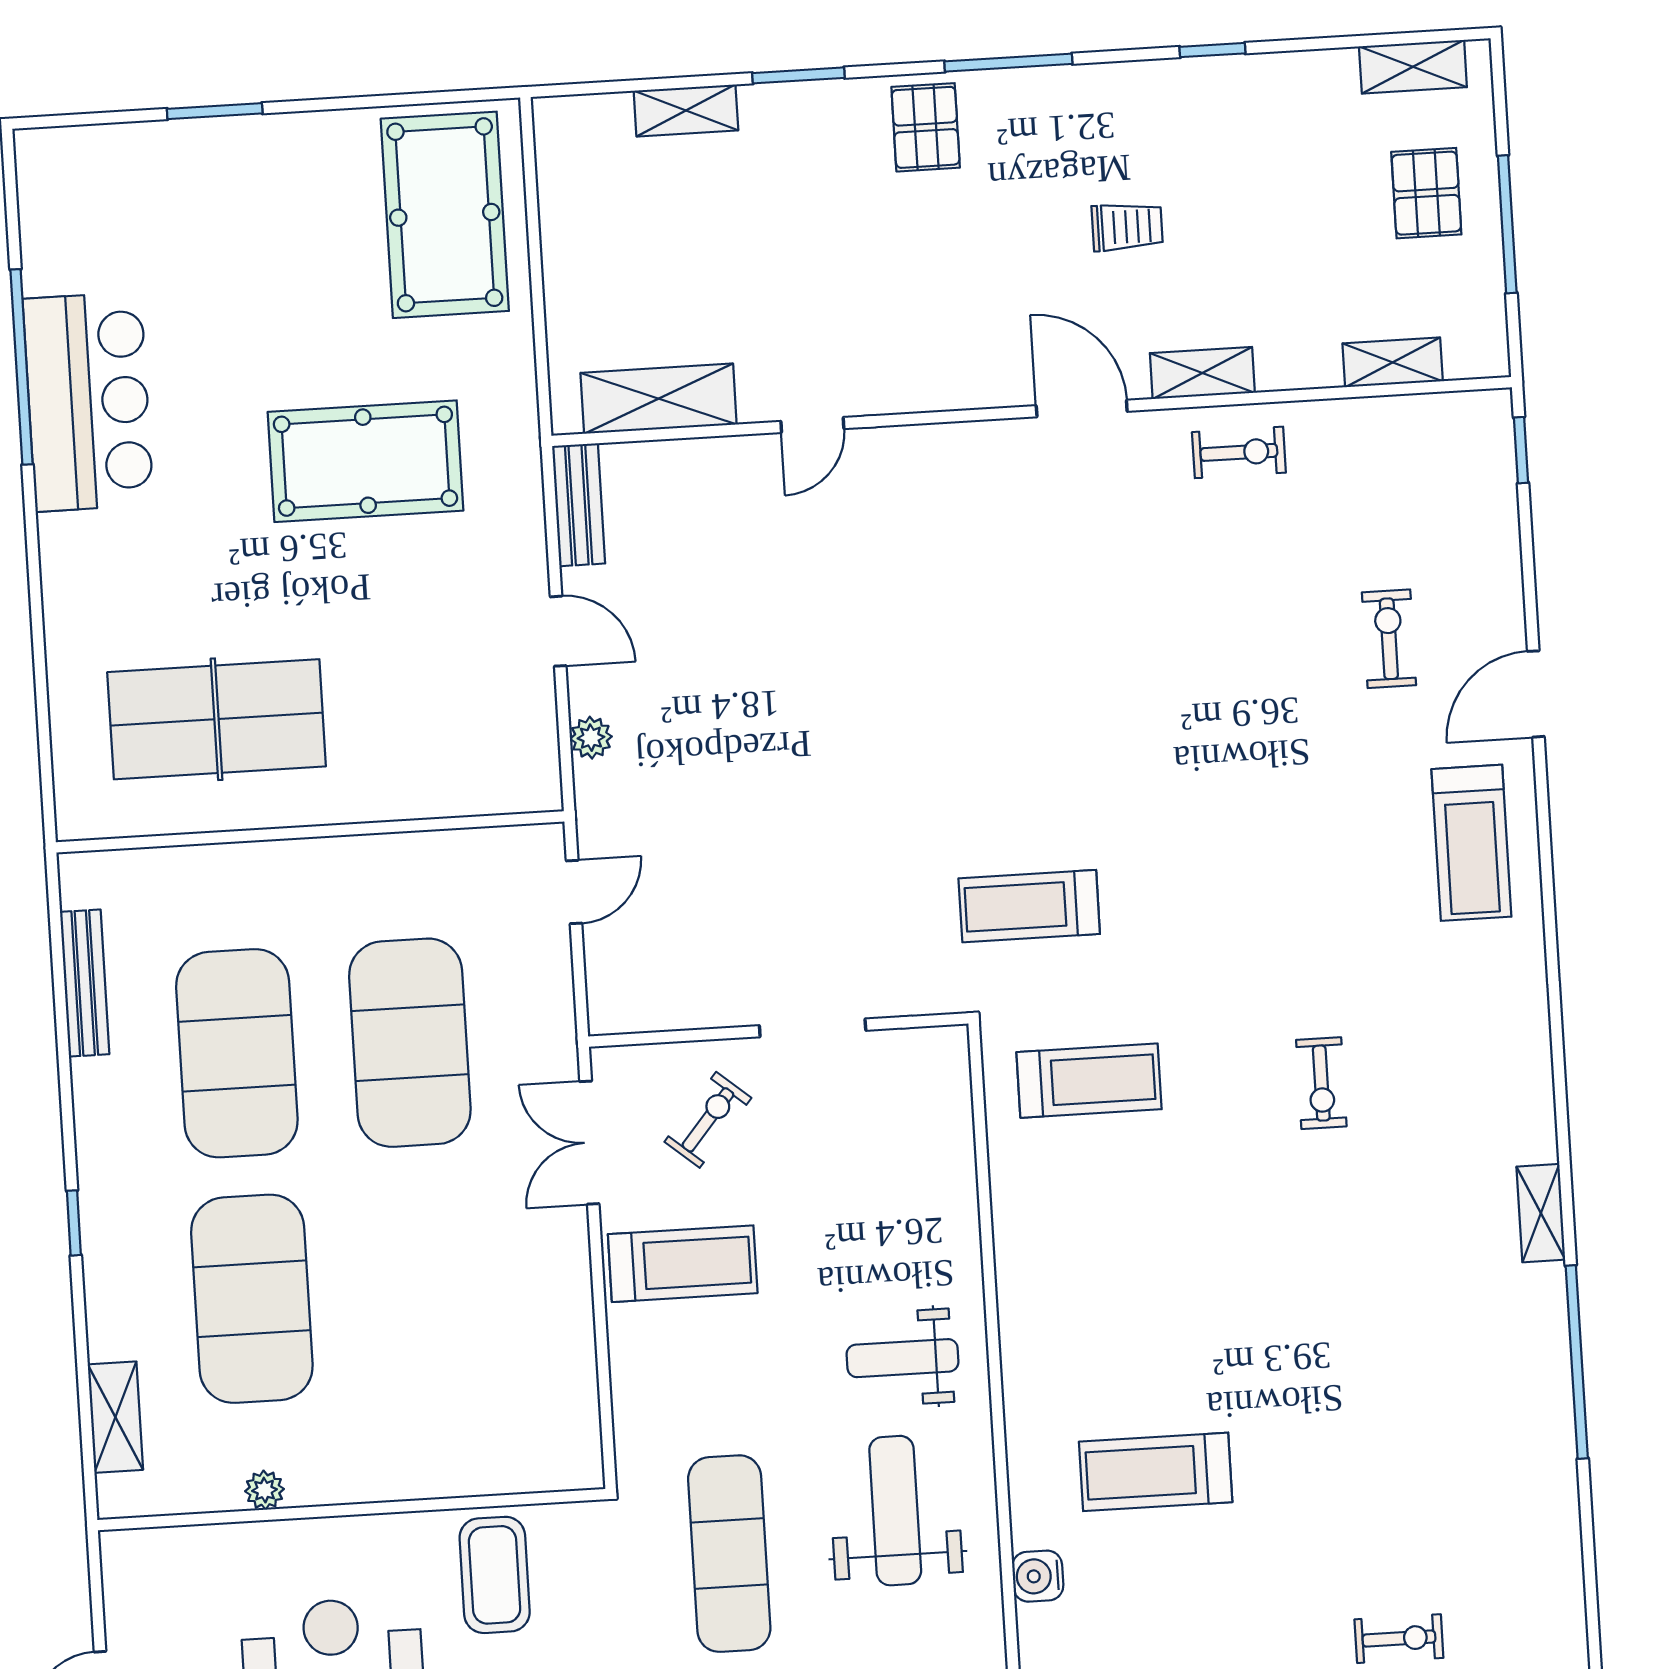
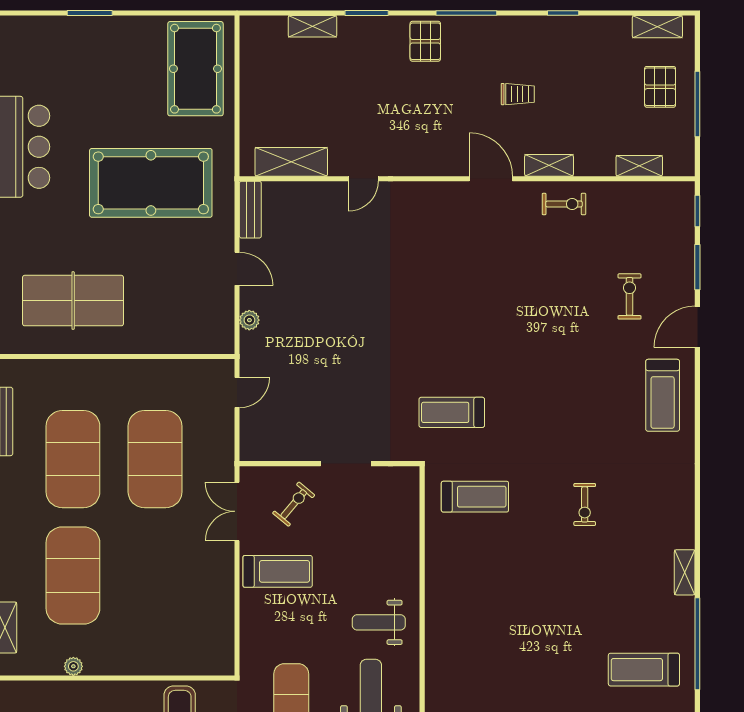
pool table: (365, 461) -> (151, 183), width x1.36, depth x1.32
window: (1528, 568) -> (697, 267), added
treadmill: (1156, 1472) -> (644, 670), moved

